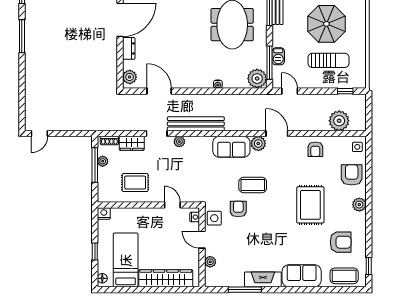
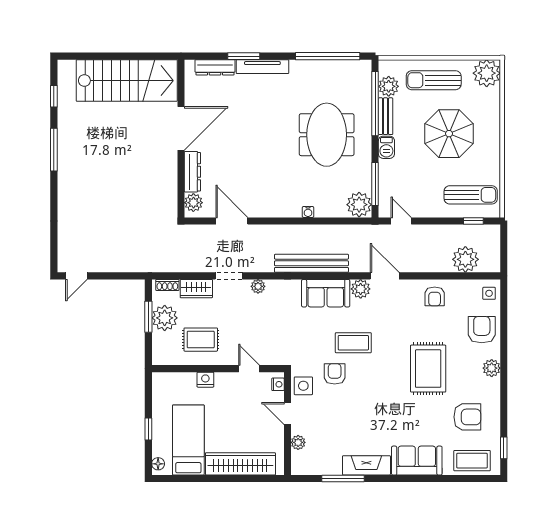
dresser: (129, 48) -> (192, 172), width x1.44
barbecue: (278, 56) -> (386, 147), moved
sun lounger: (328, 60) -> (471, 195), moved
bench: (196, 124) -> (311, 263), moved
plant: (103, 161) -> (165, 318), width x1.87, depth x1.87
window: (95, 165) -> (148, 317), width x0.69
nightstand: (104, 213) -> (205, 380), moved

